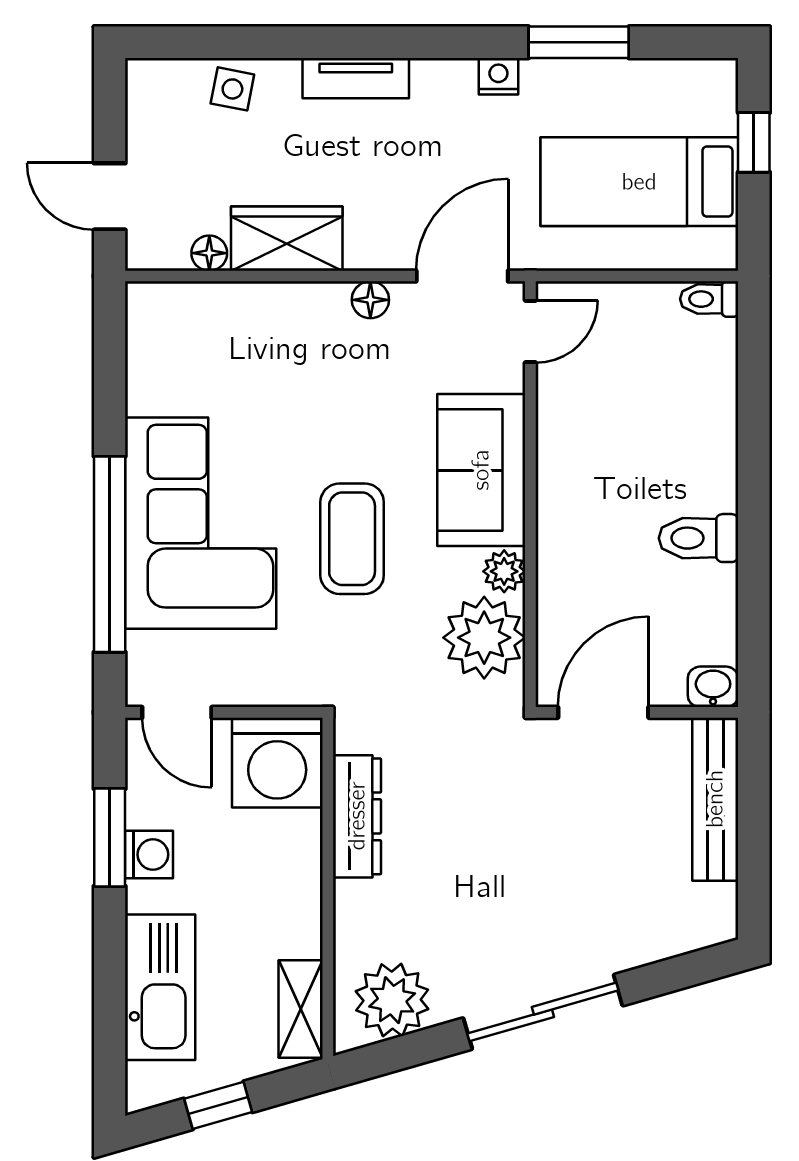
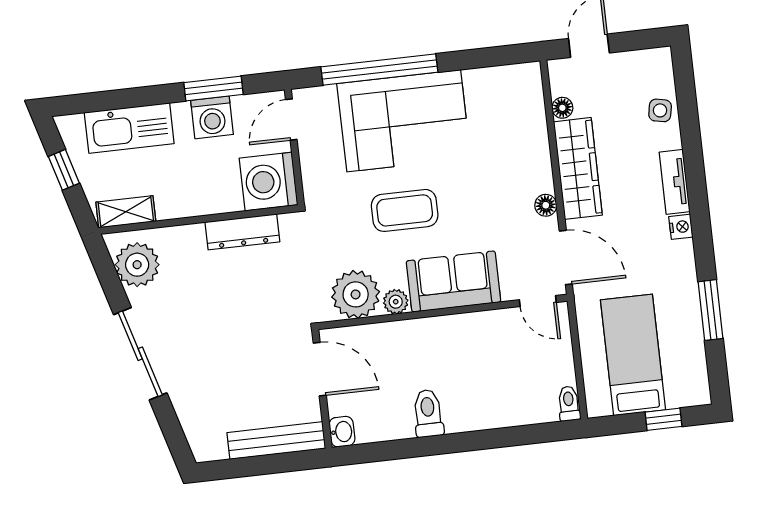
nightstand: (498, 76) -> (681, 227), moved
wardrobe: (287, 239) -> (578, 168), width x1.50
washing machine: (149, 855) -> (212, 117), width x1.38, depth x1.38

